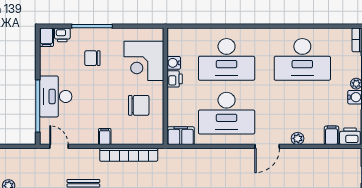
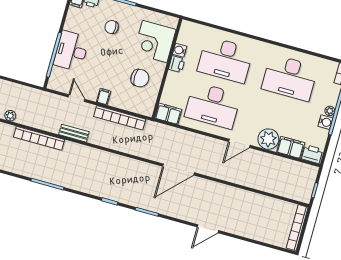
filing cabinet: (332, 135) -> (291, 147), width x2.00
plant: (298, 138) -> (268, 139), width x1.88, depth x1.88
door: (59, 146) -> (77, 98), moved

